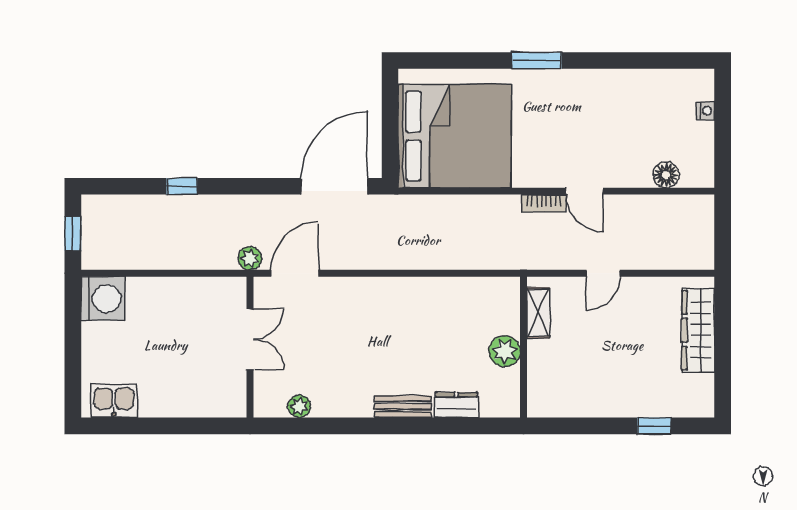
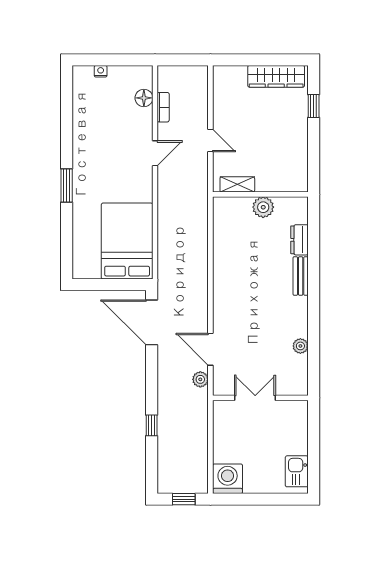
bed: (455, 136) -> (127, 241), width x0.73
bookcase: (544, 203) -> (163, 107), moved
wardrobe: (698, 330) -> (276, 76), moved
double door: (250, 339) -> (255, 398), moved
wall: (250, 347) -> (260, 398), moved

